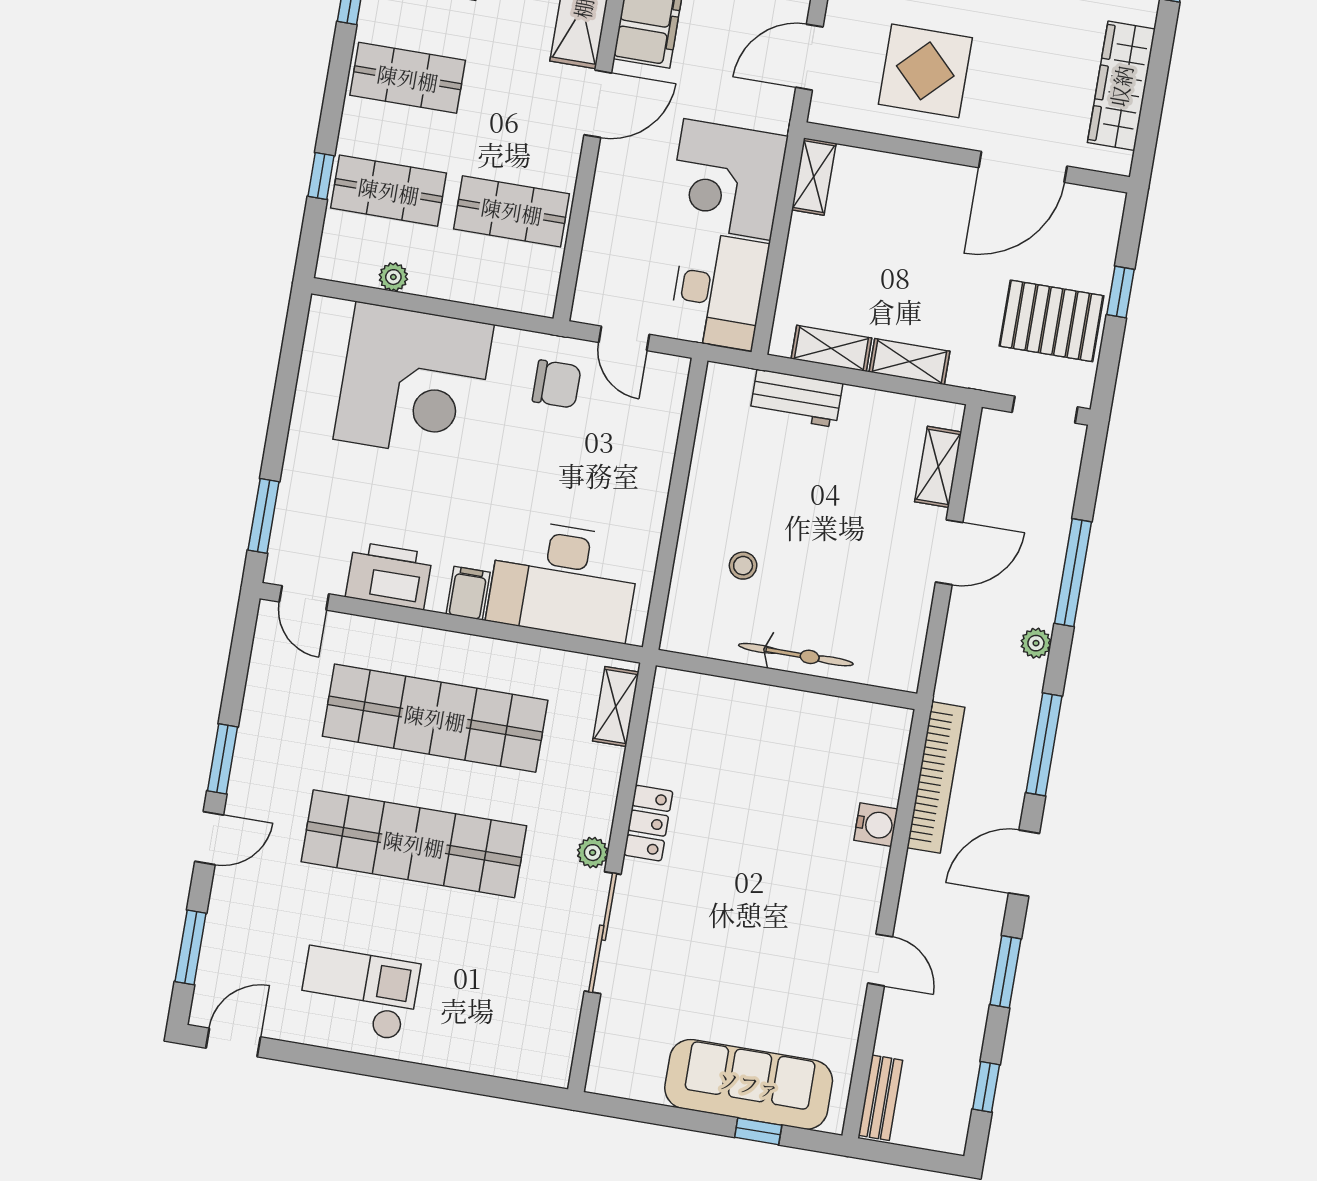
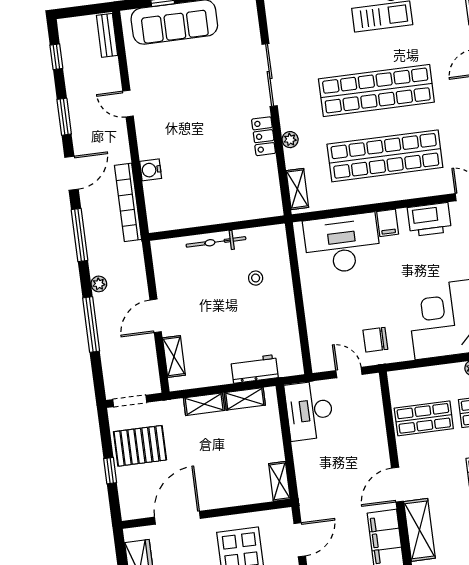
corner desk: (727, 179) -> (322, 467), removed
plant: (593, 853) -> (290, 140), moved

